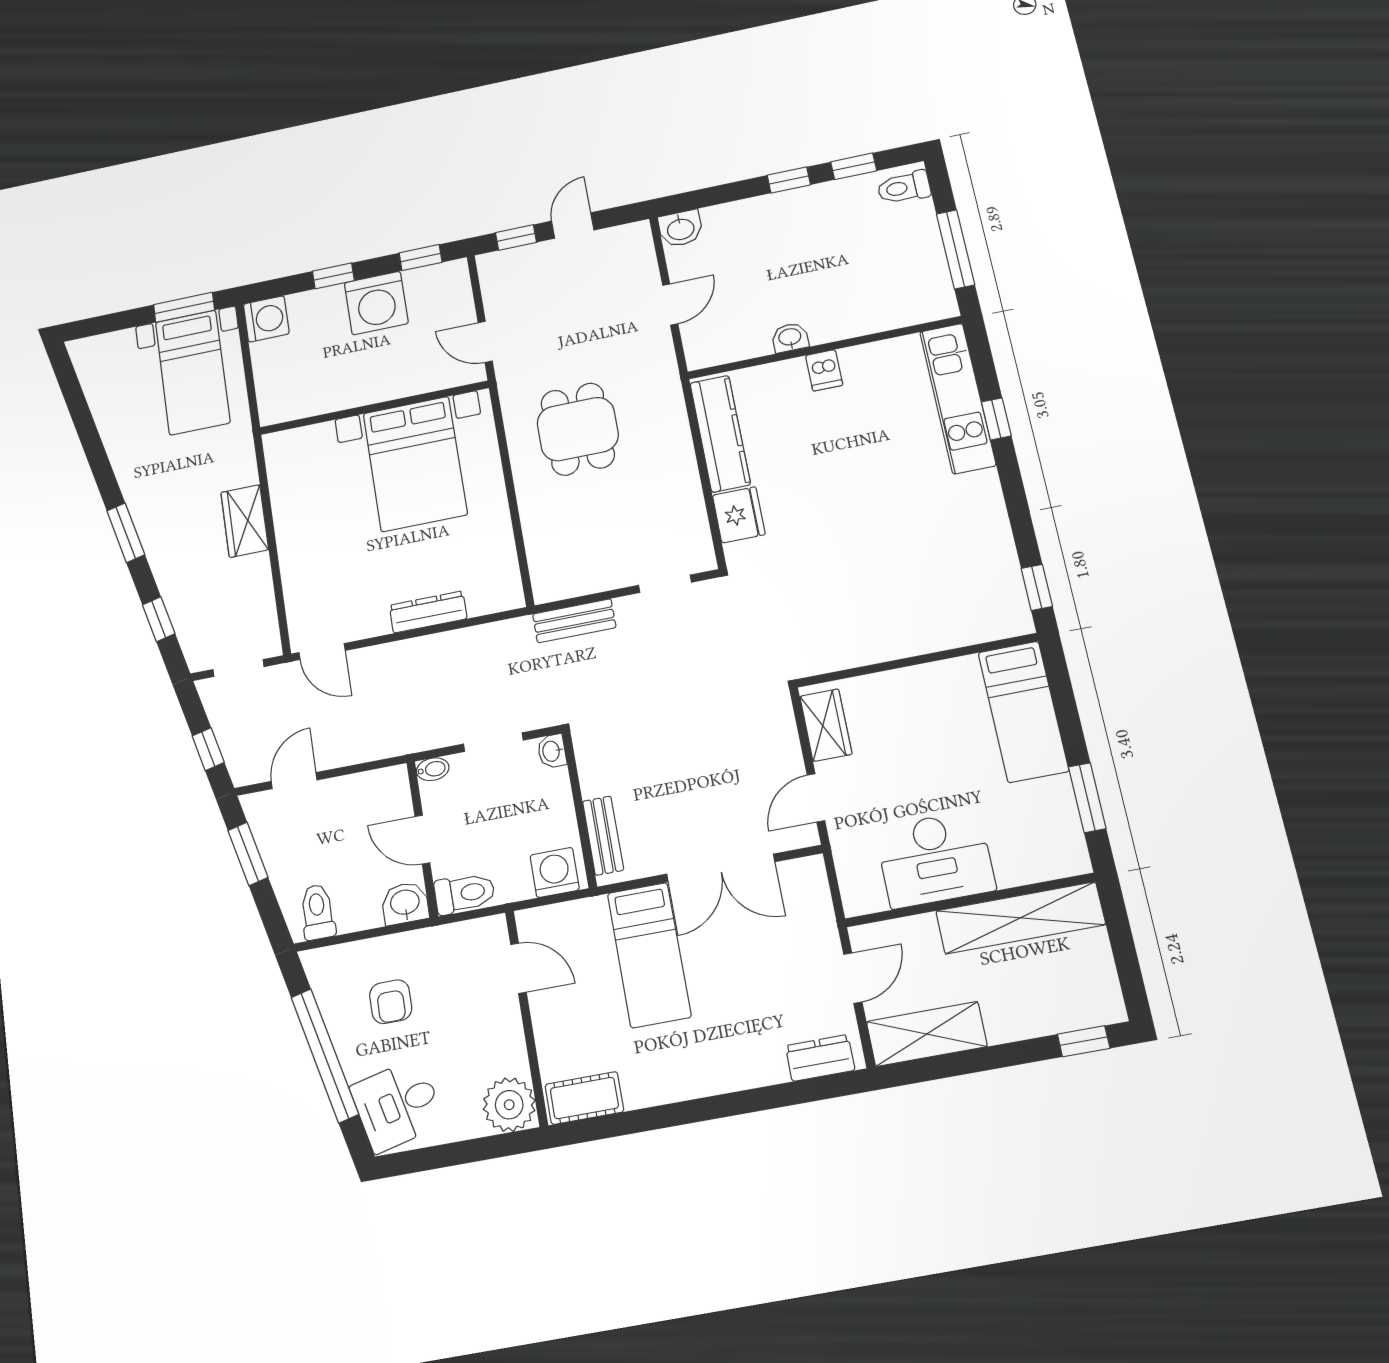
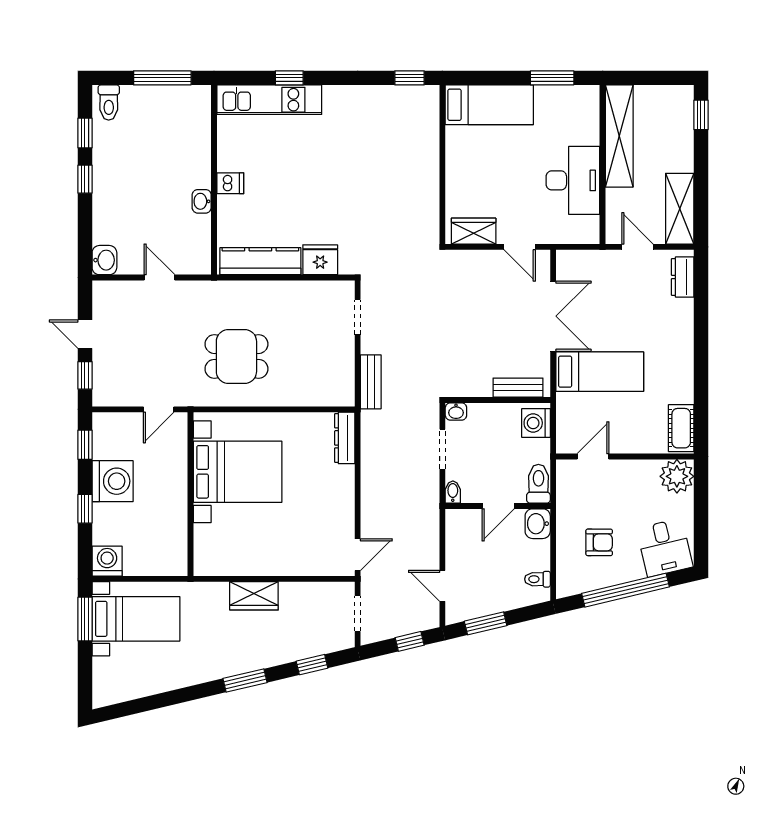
dresser: (428, 612) -> (345, 438), moved
toilet: (318, 912) -> (537, 579), width x0.73, depth x0.72

